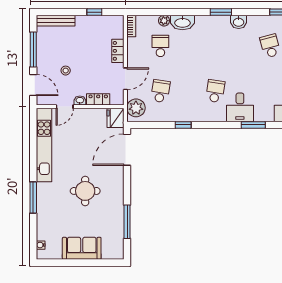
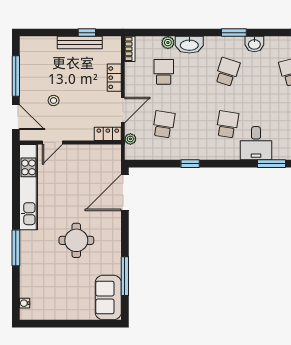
bench: (56, 21) -> (80, 43), moved
school desk: (215, 46) -> (227, 72), added
locker: (98, 99) -> (108, 134), moved
washbasin: (80, 100) -> (70, 135), removed
plant: (136, 108) -> (130, 139), width x0.53, depth x0.53
fridge: (115, 118) -> (111, 156), removed
sofa: (82, 248) -> (108, 298), moved, turned -90

